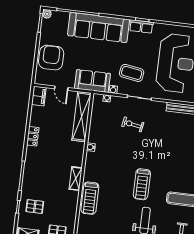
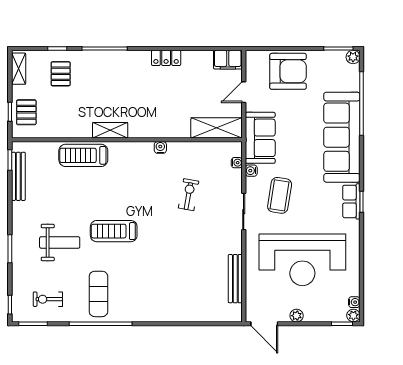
shelving: (82, 117) -> (216, 128), width x0.68
exercise bike: (133, 124) -> (189, 195), moved

